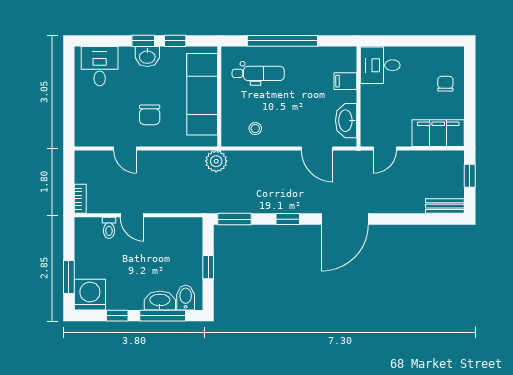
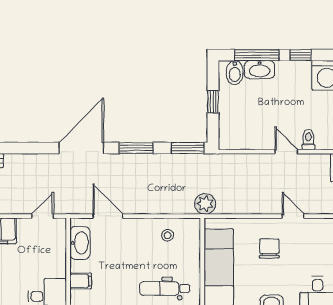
window: (288, 219) -> (136, 148), width x1.50

